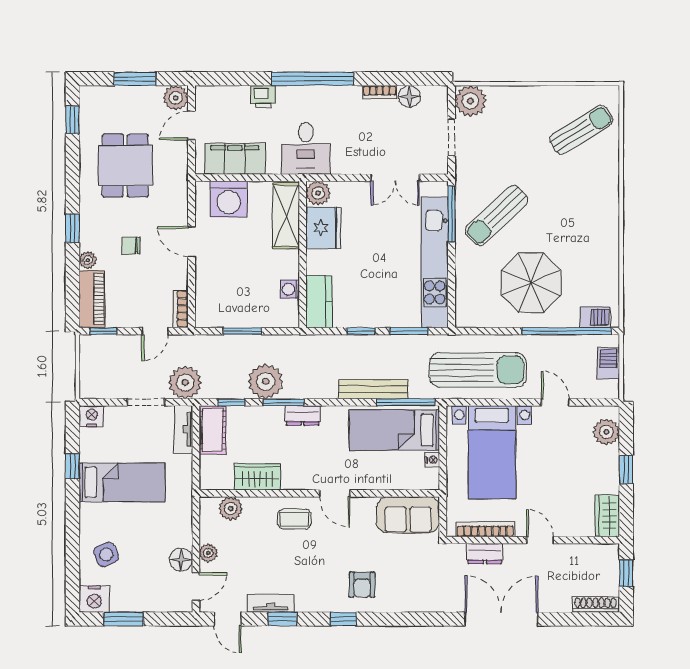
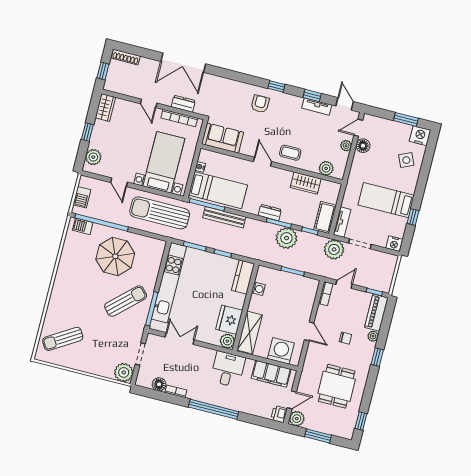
printer: (263, 97) -> (279, 414), moved, turned -90

